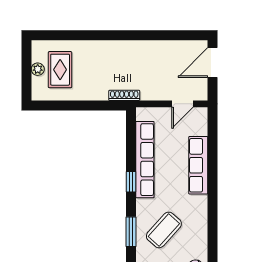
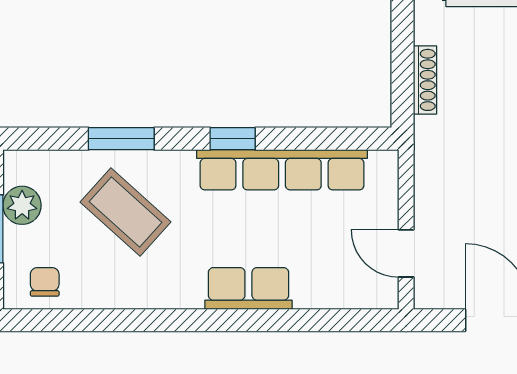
shoe rack: (124, 95) -> (425, 80), moved
row of seats: (198, 165) -> (248, 288), width x0.68

